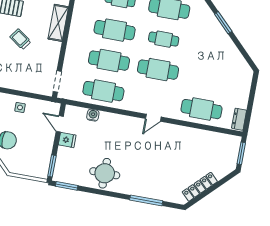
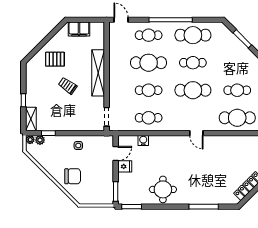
shelving: (58, 23) -> (98, 73), width x1.47
cafe table: (109, 61) -> (149, 90), width x0.73, depth x0.74
cafe table: (207, 79) -> (237, 90), added
cafe table: (103, 91) -> (149, 118), width x0.73, depth x0.74
door: (153, 118) -> (196, 133), hinge flipped
door: (60, 124) -> (116, 154), swing flipped

